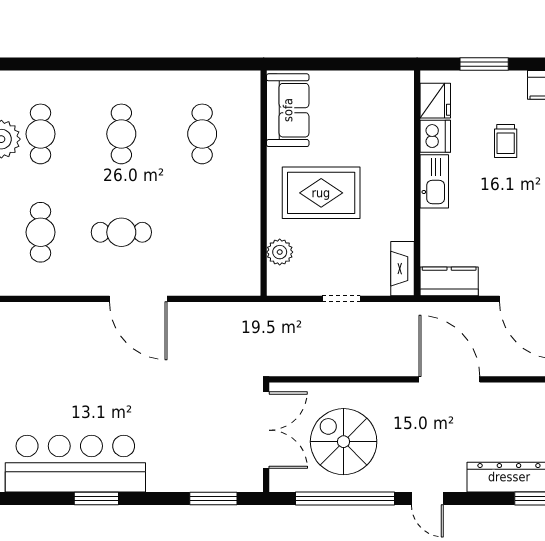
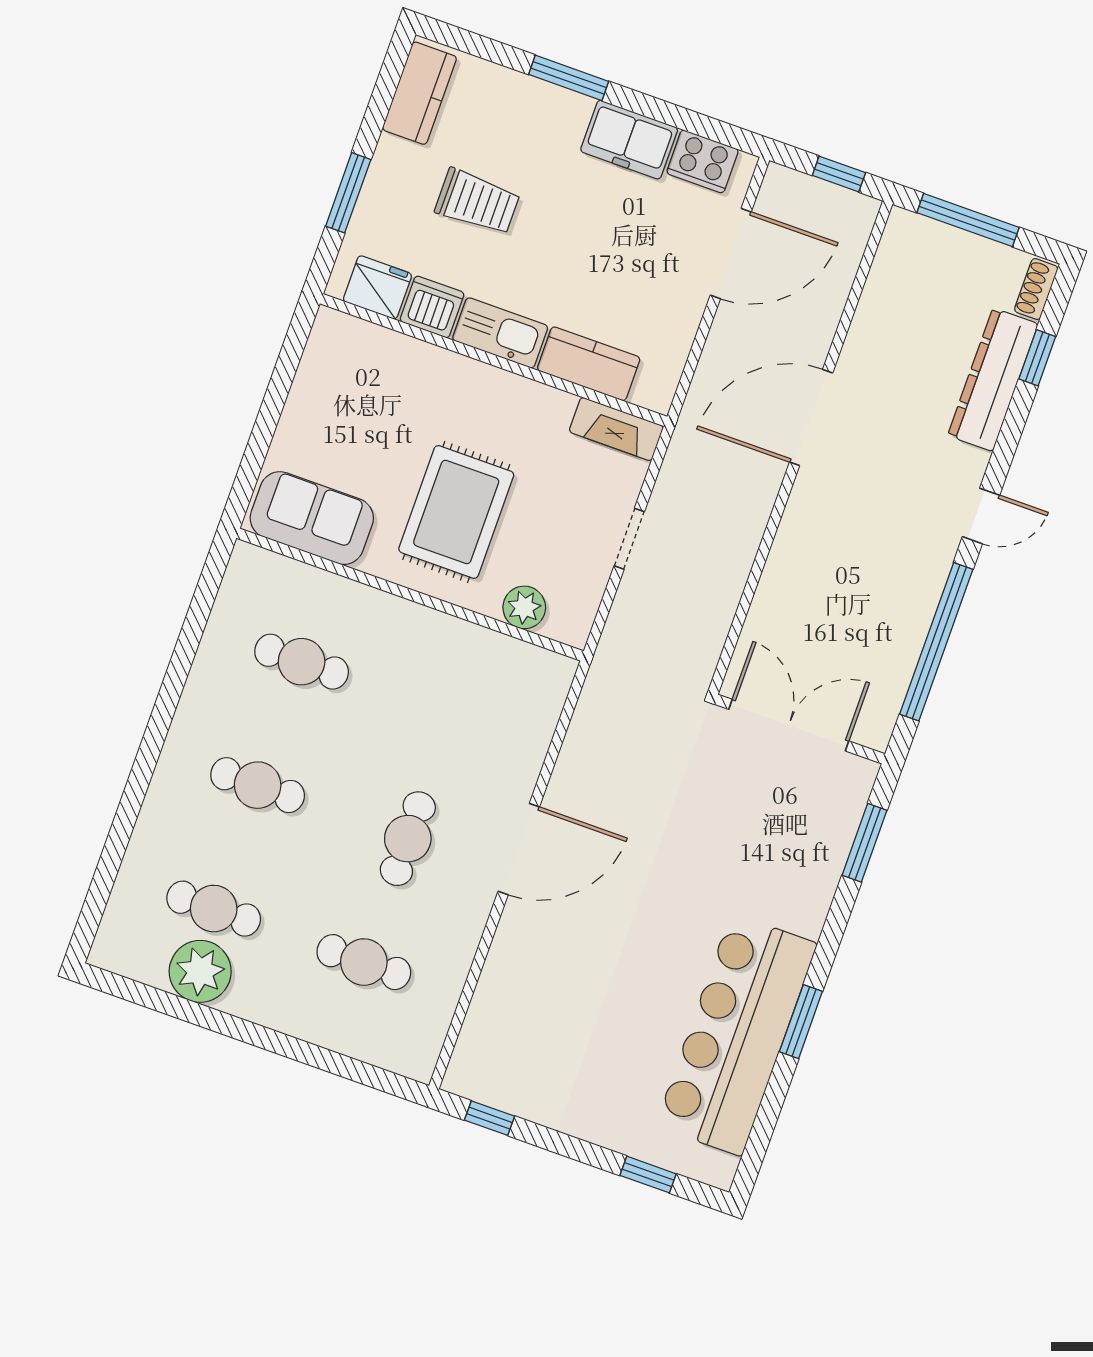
trolley: (506, 141) -> (477, 202), width x1.36, depth x1.39
kitchen counter: (449, 281) -> (589, 364), moved, turned 90
spiral stairs: (344, 442) -> (849, 613), removed

